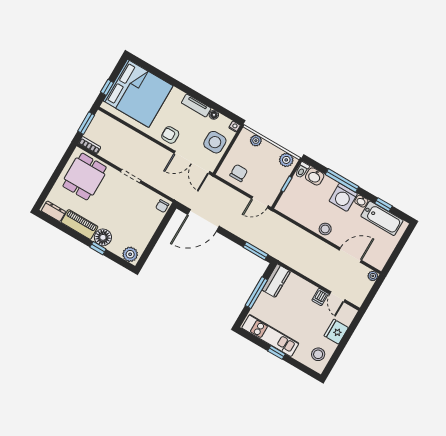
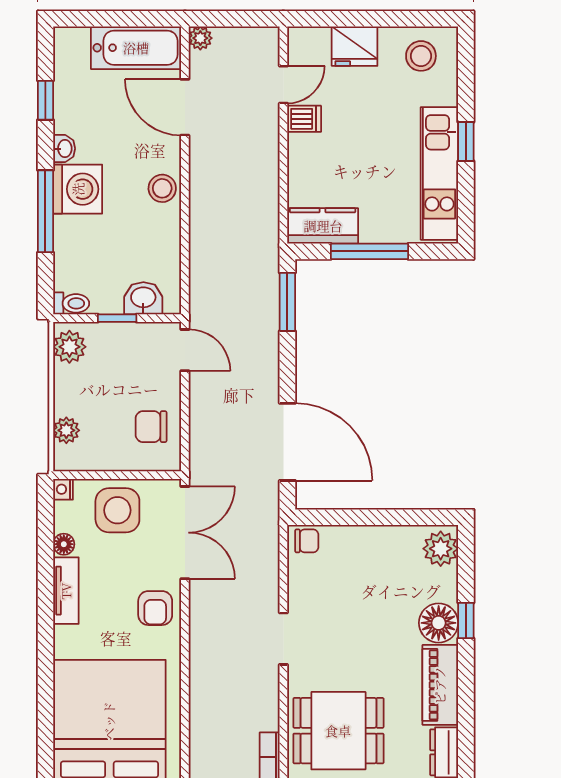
washbasin: (315, 176) -> (143, 298), moved, turned -90
bathtub: (382, 218) -> (136, 48), moved, turned 90

